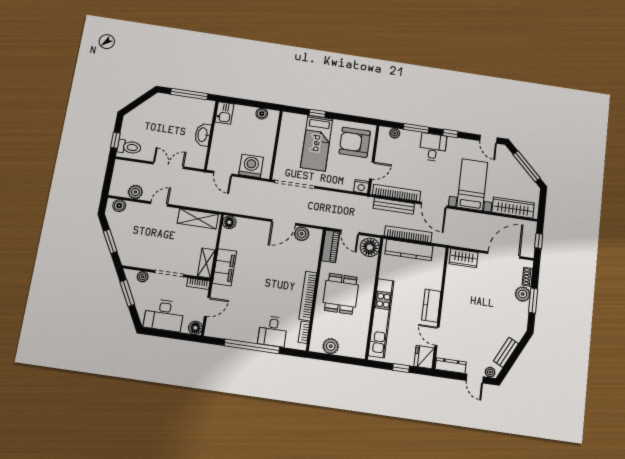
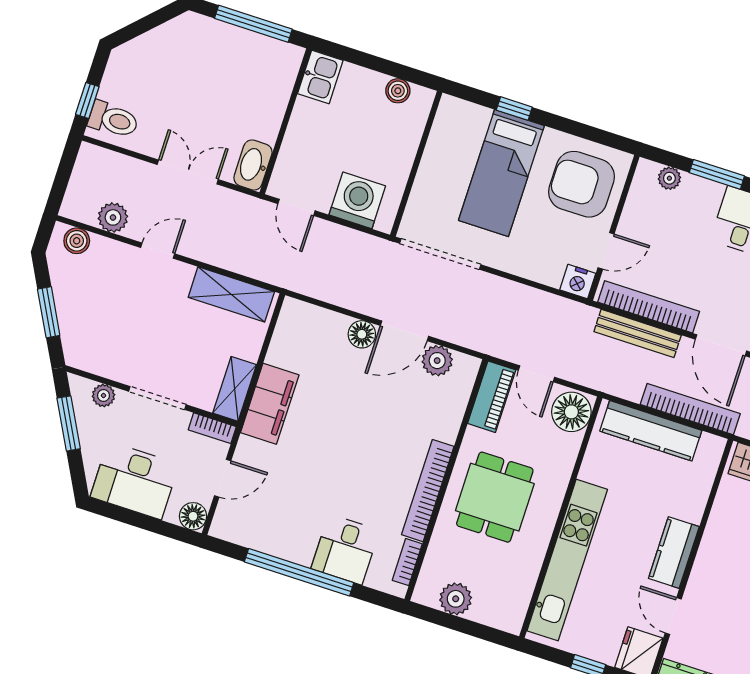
washbasin: (203, 135) -> (253, 165), moved
floor lamp: (229, 222) -> (362, 334), moved
bookcase: (408, 234) -> (690, 409), moved

